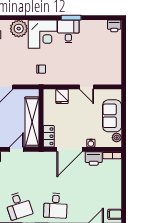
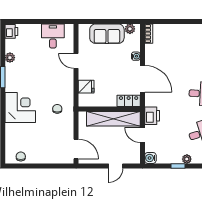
plant: (19, 29) -> (10, 58), moved, width x0.53, depth x0.53
desk: (68, 31) -> (53, 36), moved, turned 90
door: (86, 87) -> (76, 61), swing flipped
printer: (94, 158) -> (152, 116), moved

